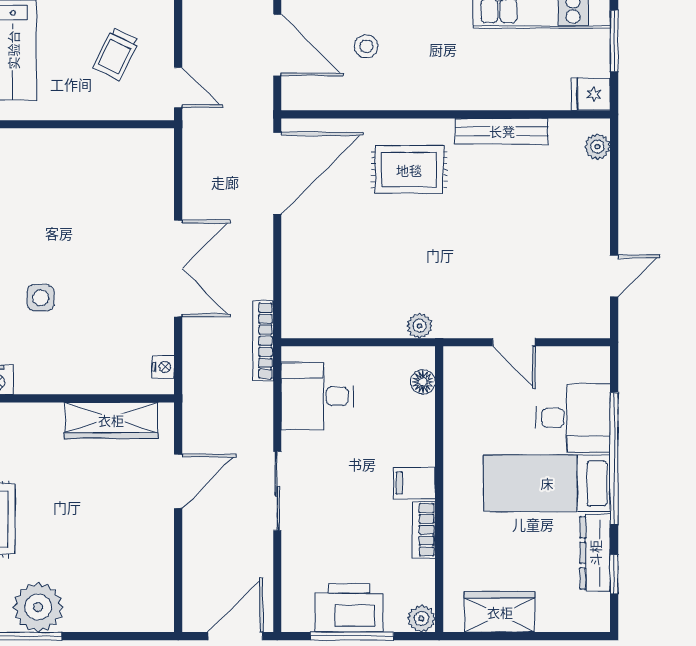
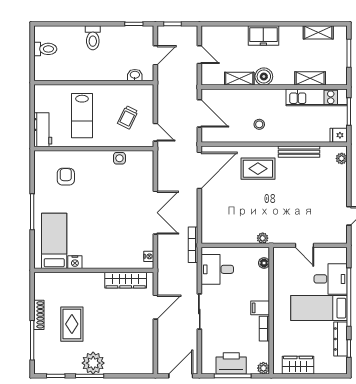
stool: (366, 46) -> (259, 124), moved
side table: (41, 298) -> (119, 158), moved

